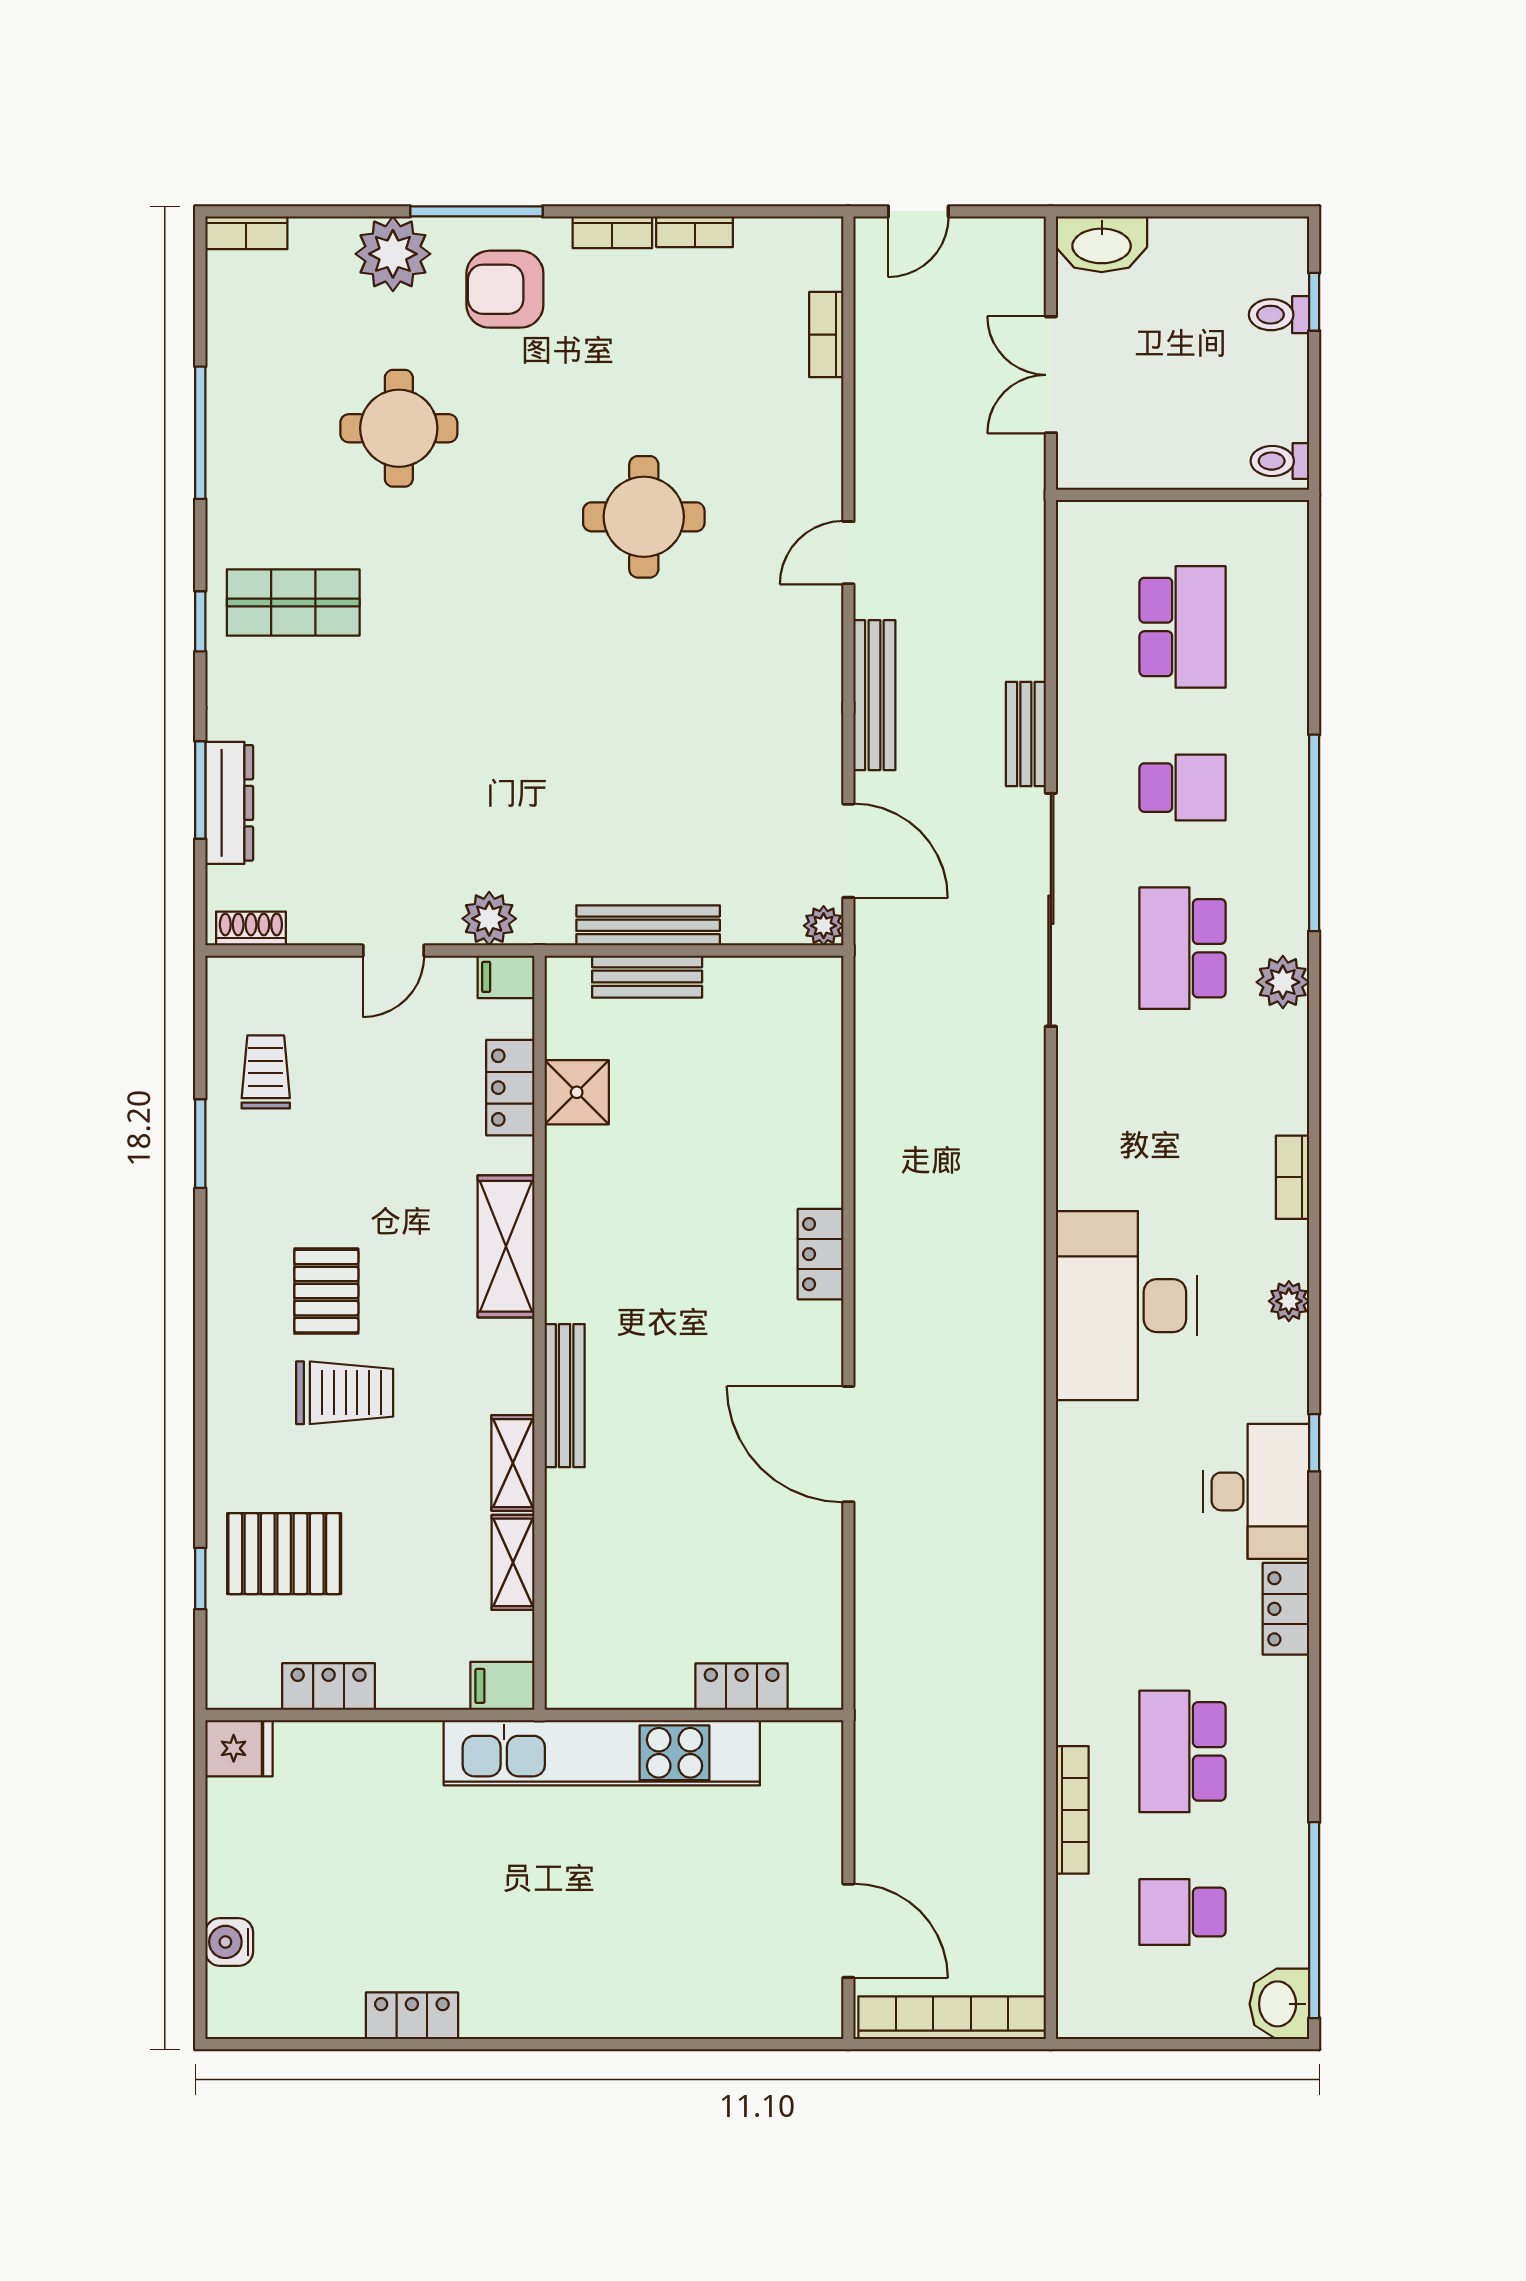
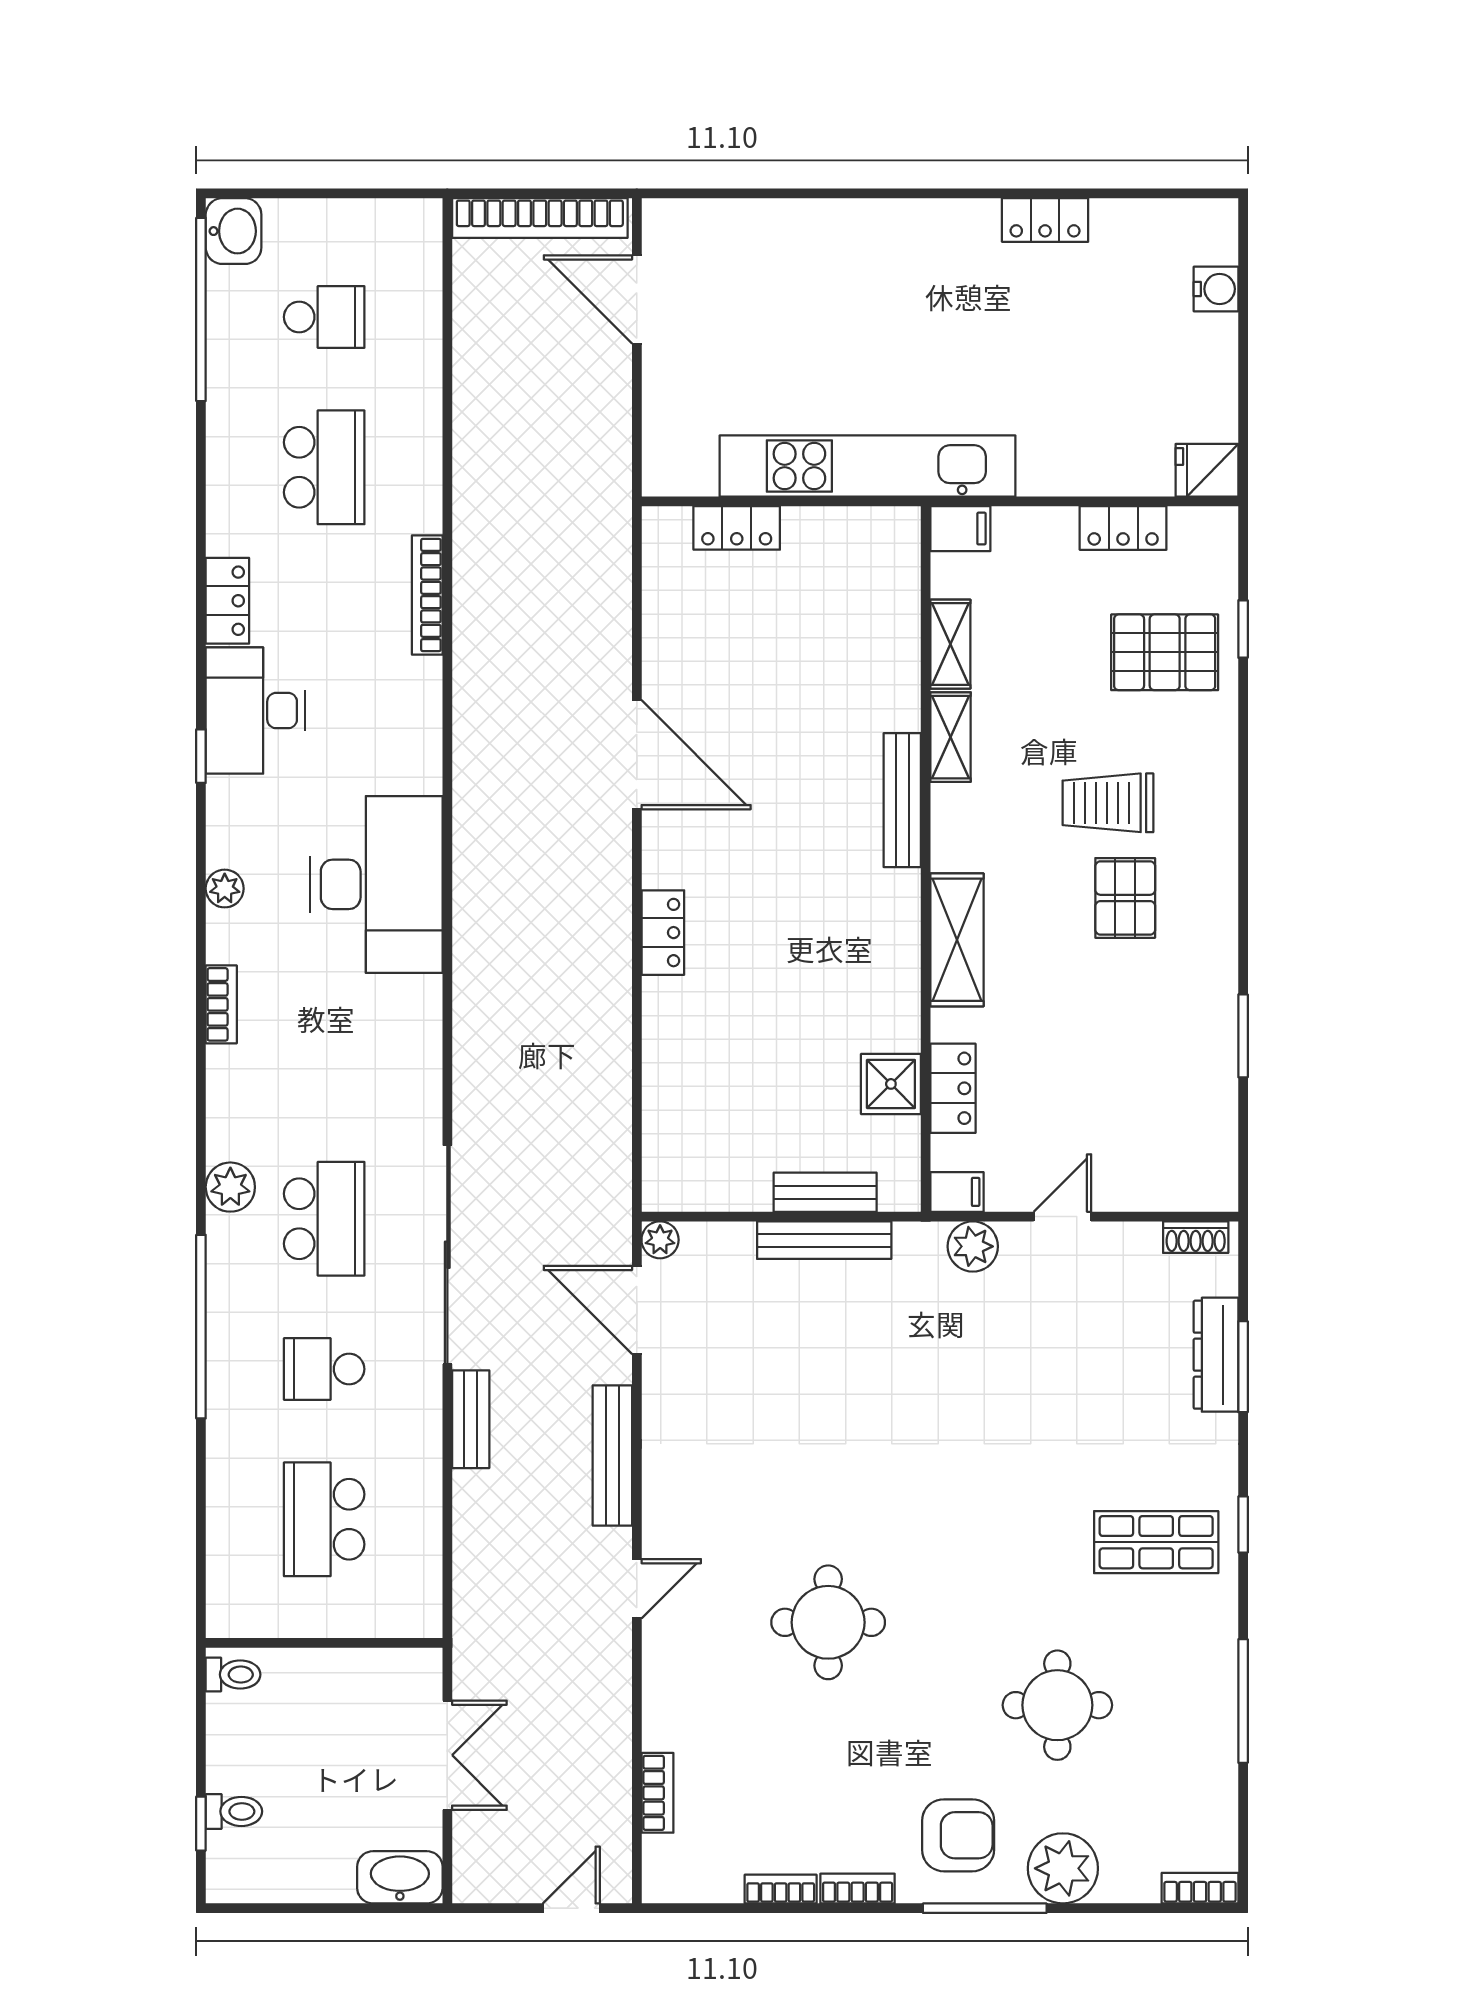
trolley: (266, 1072) -> (1182, 1103), removed
bookcase: (1072, 1810) -> (427, 595), moved

